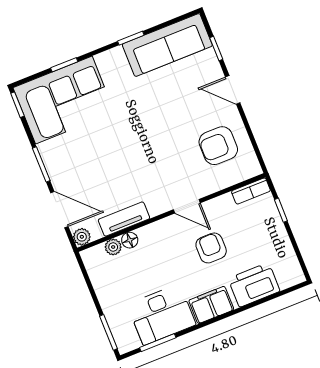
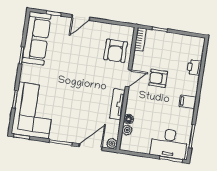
armchair: (218, 146) -> (116, 51), moved
tv unit: (124, 219) -> (117, 104), moved
printer: (254, 285) -> (194, 67), width x0.53, depth x0.68
filing cabinet: (211, 305) -> (188, 102), width x0.50
desk: (162, 315) -> (169, 144), moved, turned 90

